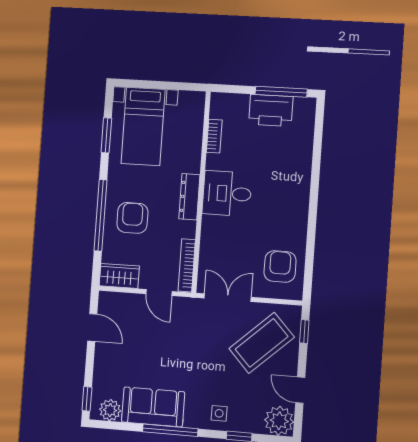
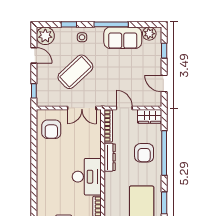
desk: (227, 193) -> (87, 177), width x1.37
dresser: (189, 197) -> (110, 157), moved
coffee table: (262, 343) -> (75, 72), moved
window: (87, 399) -> (164, 51), moved

